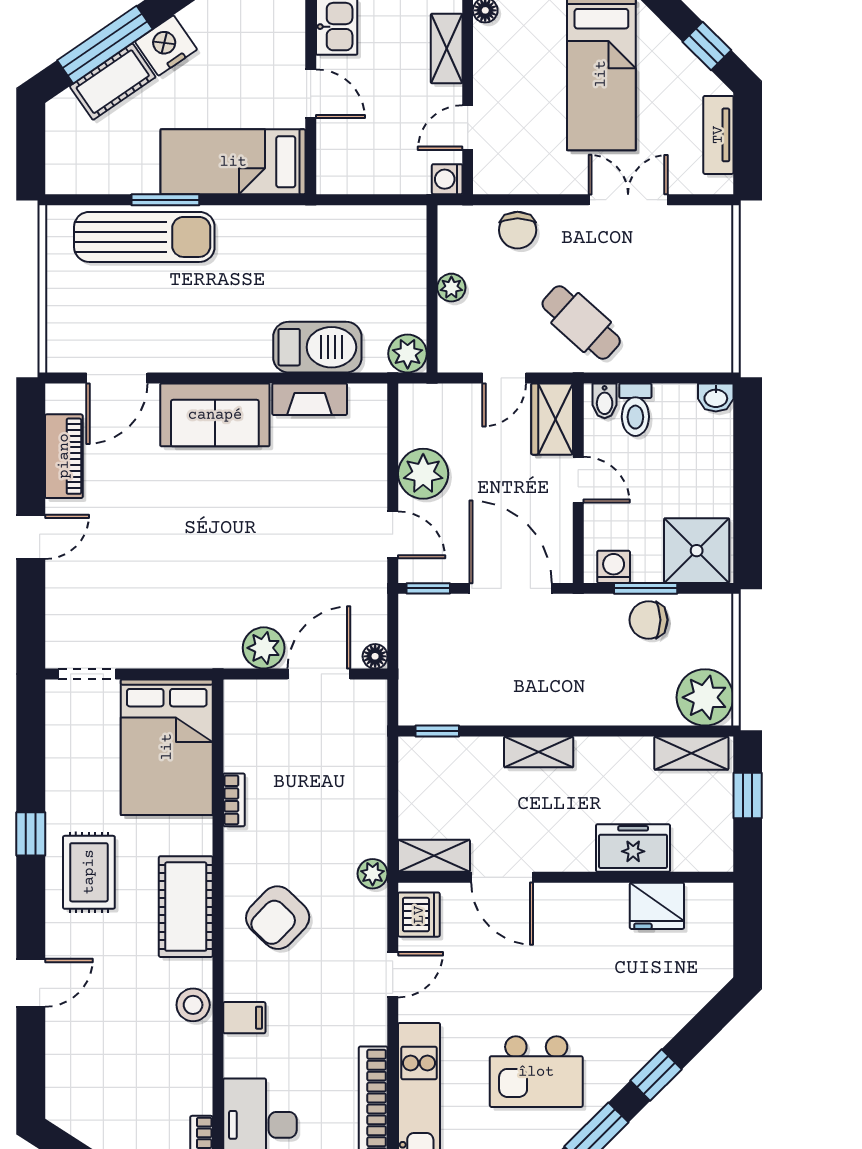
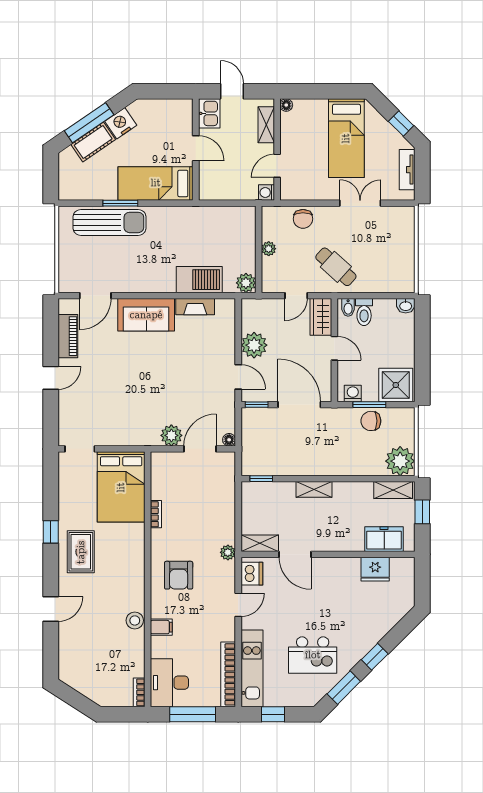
freezer: (633, 848) -> (384, 539), moved
cot: (186, 907) -> (131, 570), removed
armchair: (278, 918) -> (179, 575), turned -44

